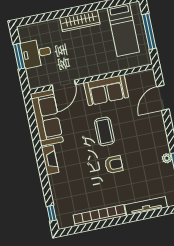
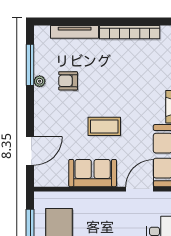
coffee table: (104, 131) -> (104, 126), turned 90
armchair: (114, 165) -> (68, 81), moved

